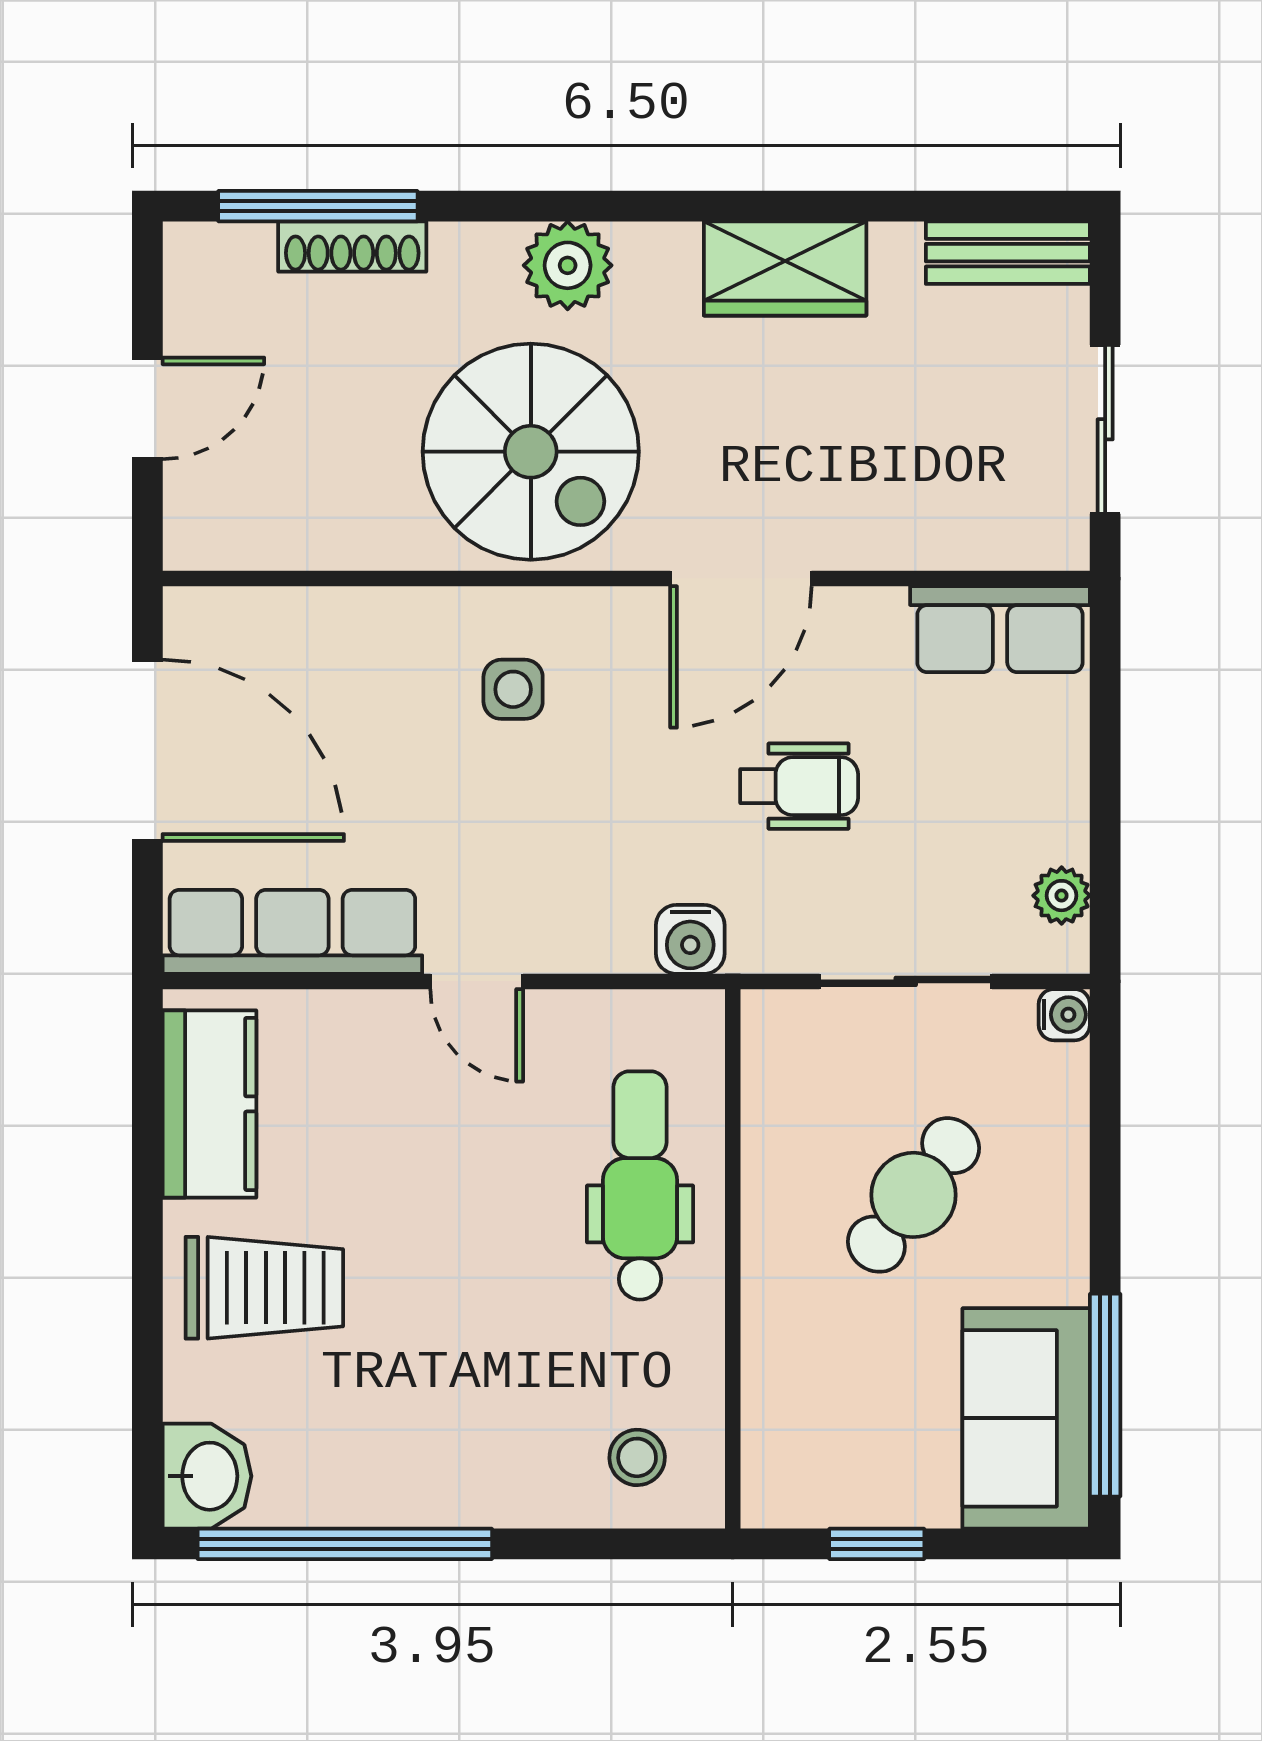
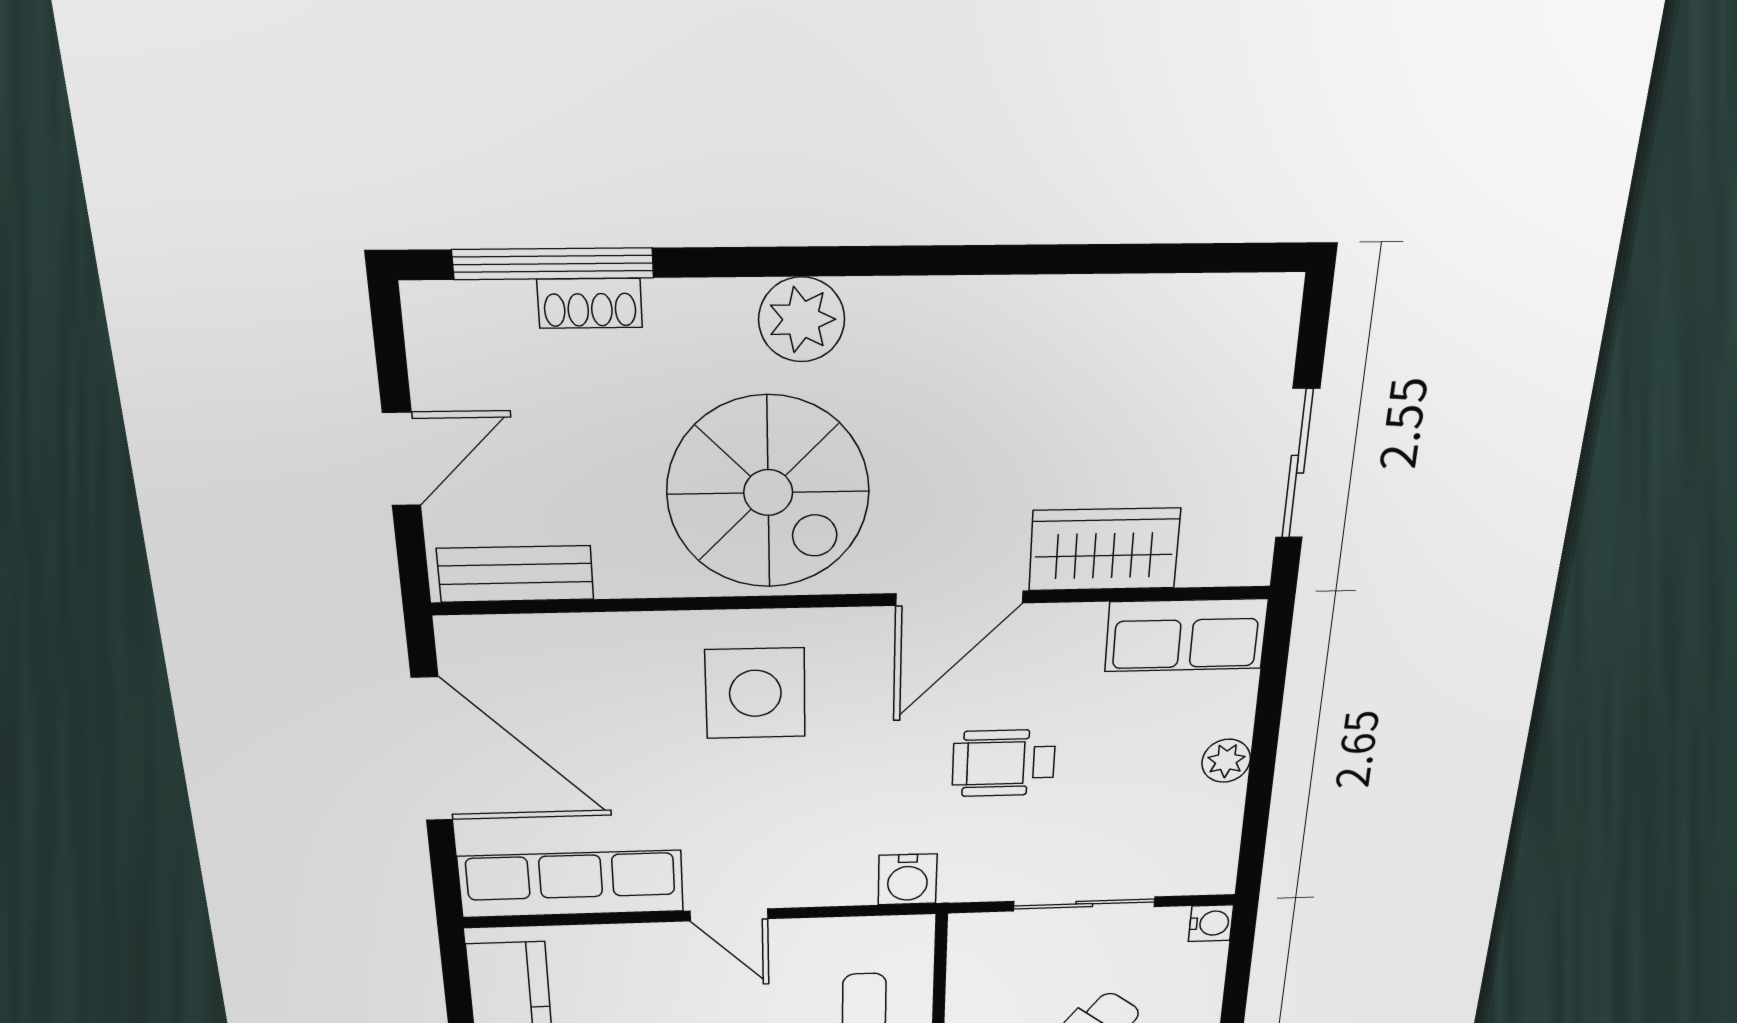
shoe rack: (352, 246) -> (590, 303), width x0.70
bench: (1008, 253) -> (515, 574), moved
wardrobe: (785, 268) -> (1104, 549), moved, turned 180
side table: (513, 689) -> (755, 693), width x1.87, depth x1.87
wheelchair: (799, 786) -> (1004, 763), turned 180
plant: (1062, 896) -> (1226, 761), moved

